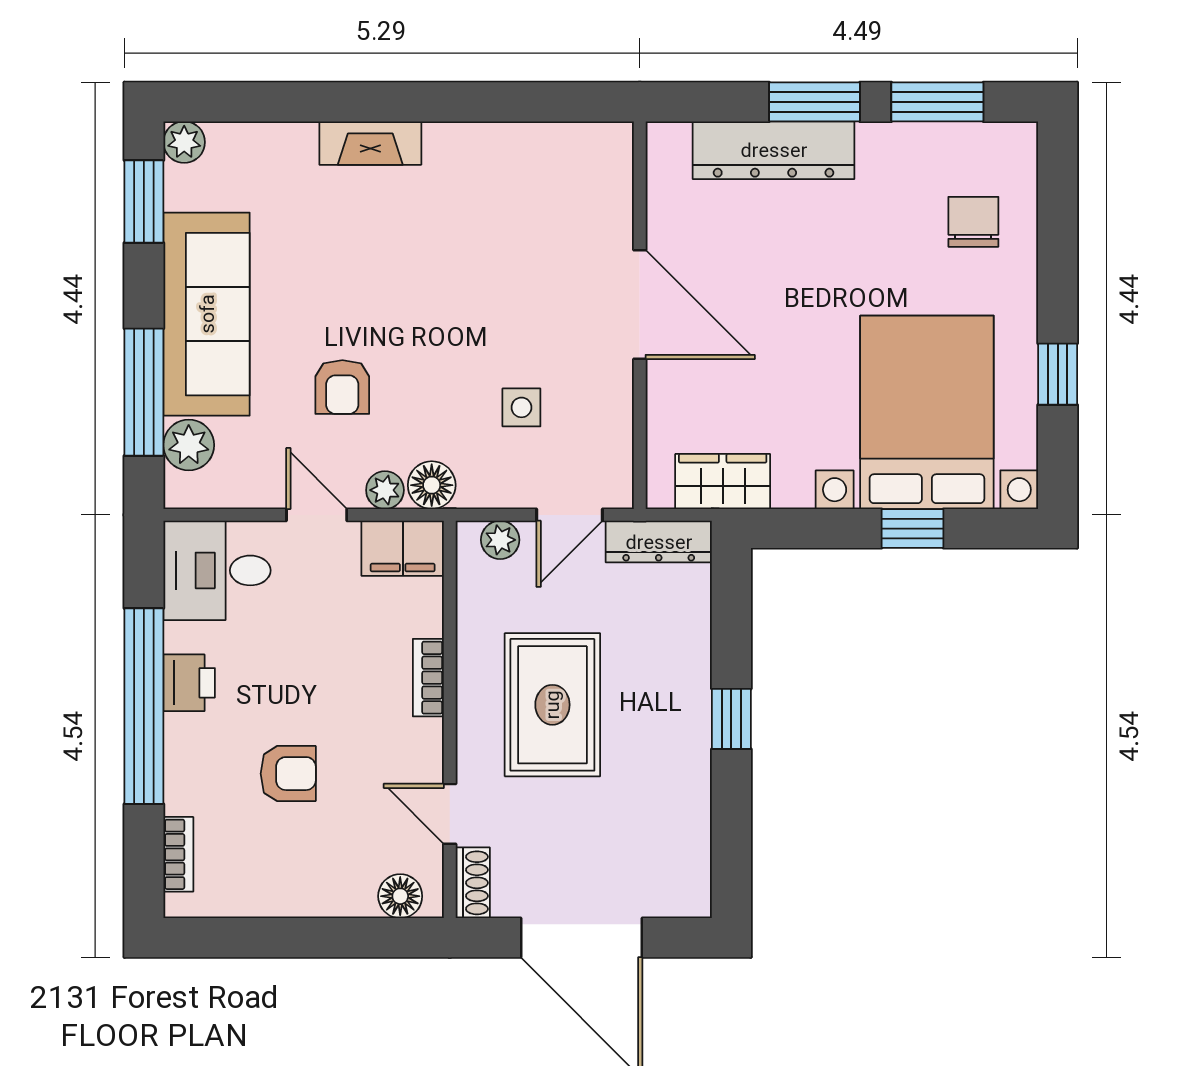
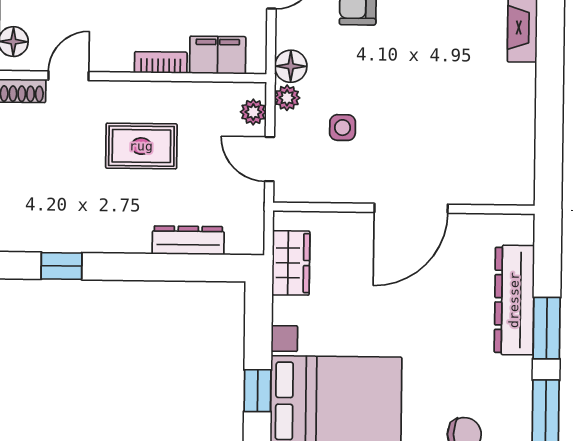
plant: (385, 490) -> (287, 98), moved
dresser: (659, 542) -> (188, 240), moved, turned 90
filing cabinet: (403, 548) -> (218, 55), moved, turned 90
rug: (552, 705) -> (141, 146), width x0.73, depth x0.70
window: (731, 719) -> (62, 266), moved

